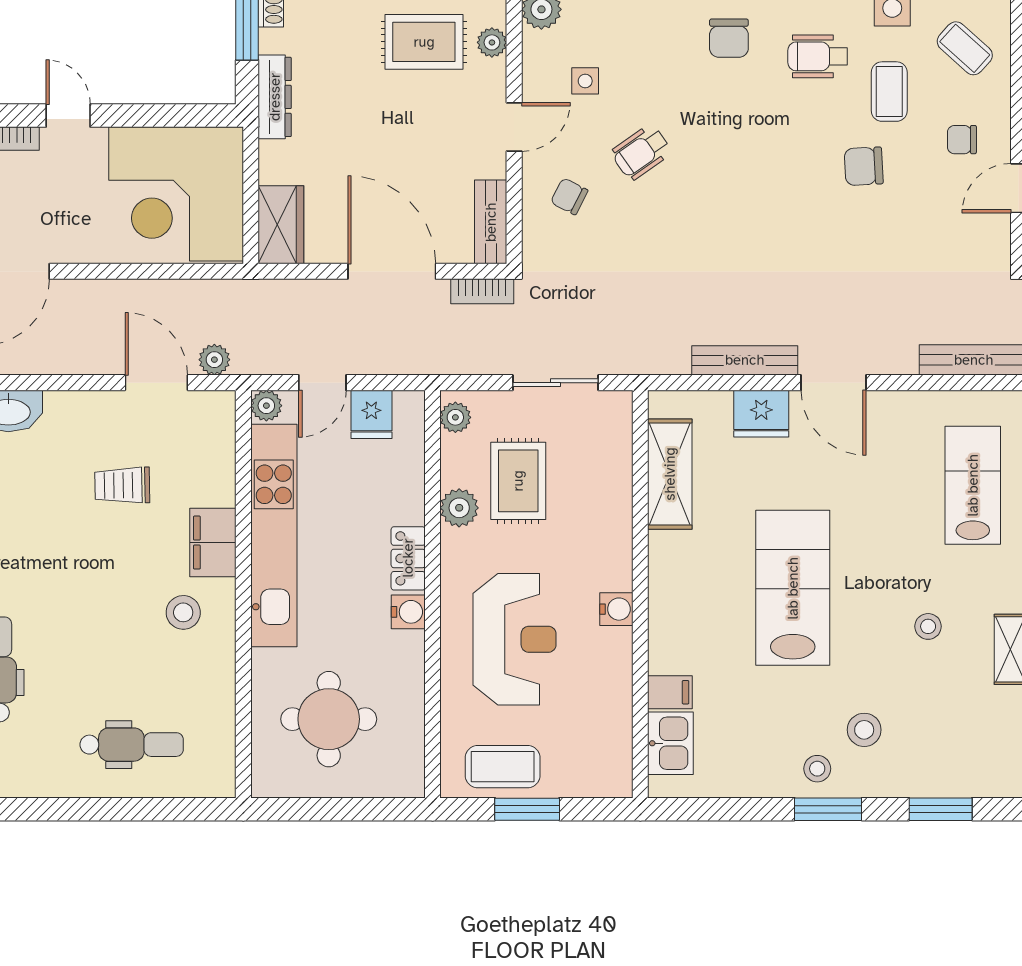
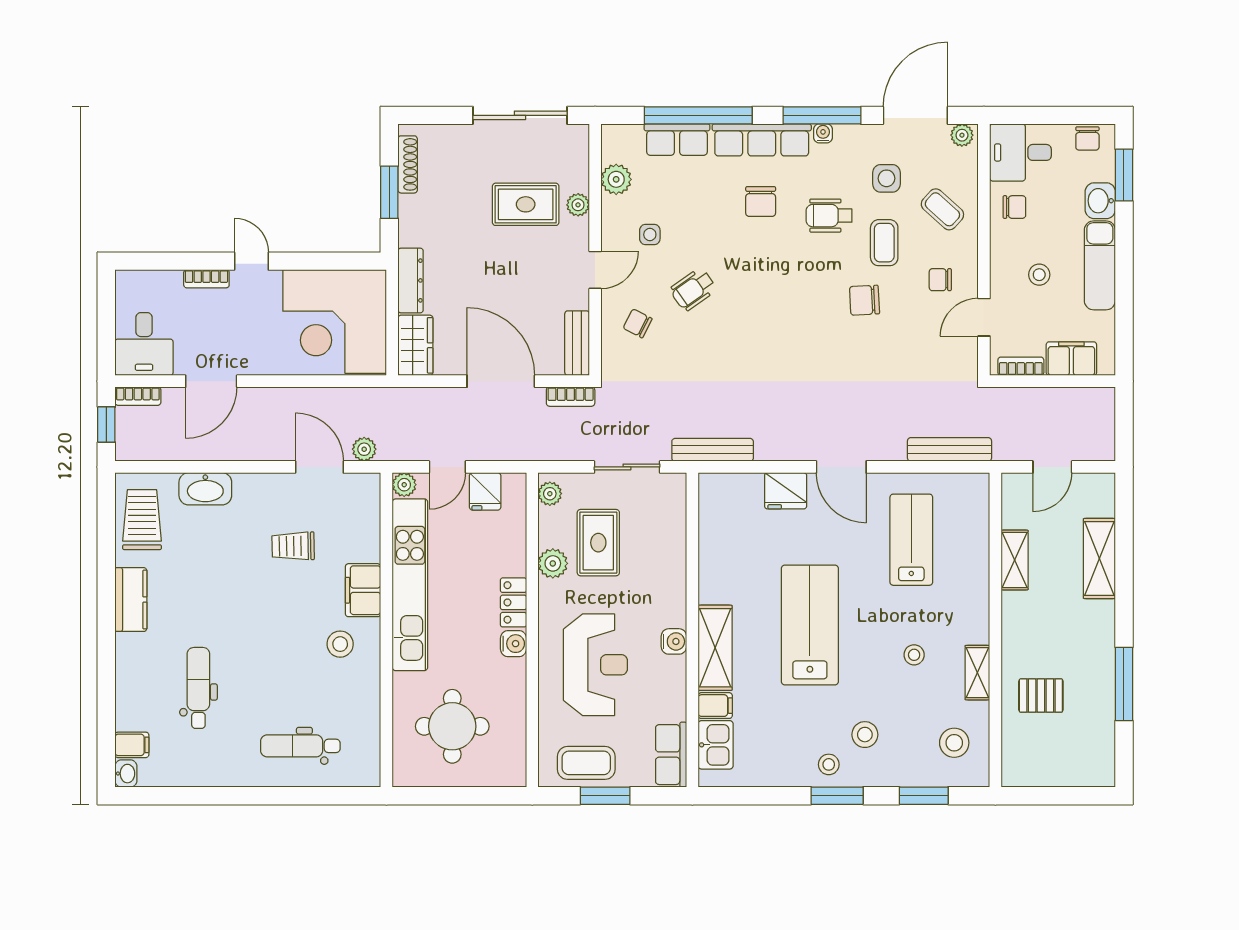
dresser: (275, 97) -> (411, 280), moved
bench: (745, 360) -> (713, 450), moved
shelving: (670, 474) -> (715, 648), moved
lab bench: (973, 485) -> (911, 540), moved
stool: (980, 740) -> (954, 743), added
dental chair: (132, 745) -> (300, 746), turned 180
row of seats: (613, 756) -> (671, 755), added

